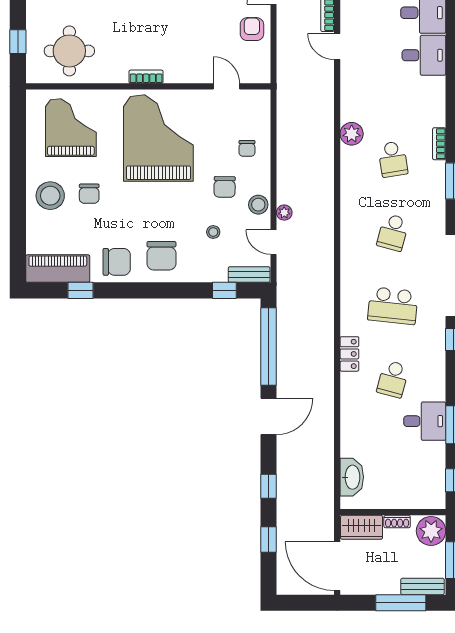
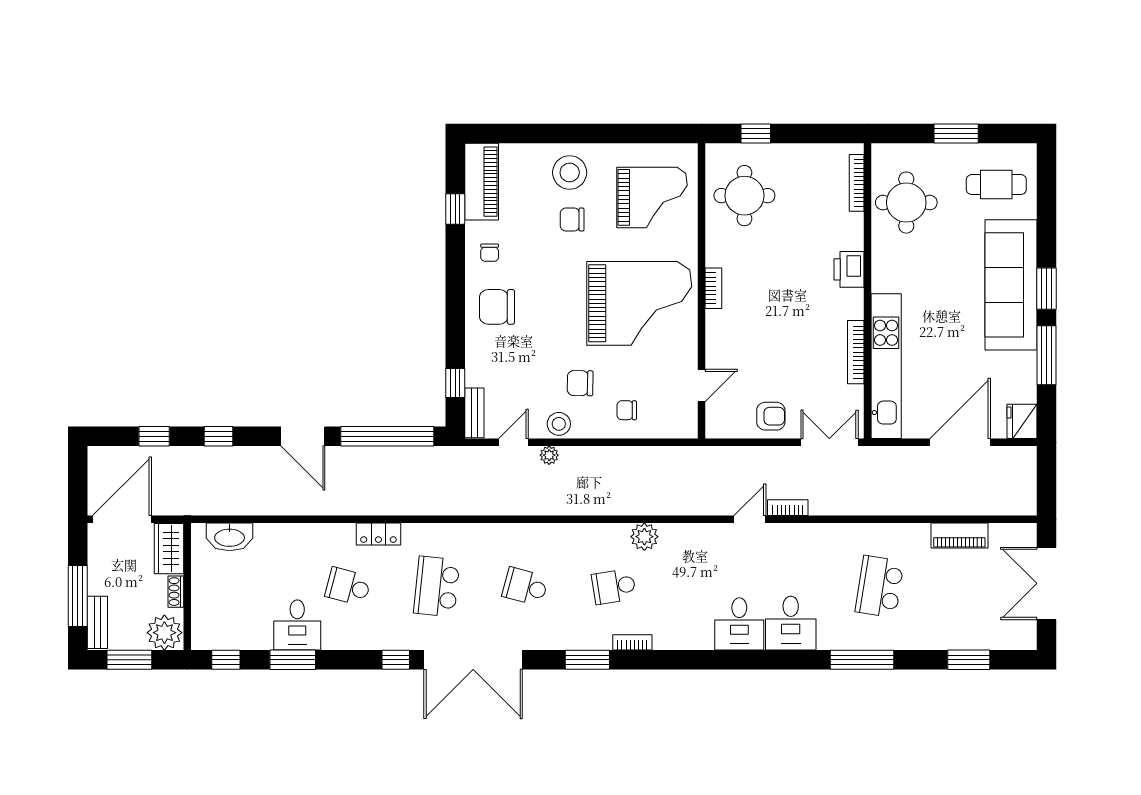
stool: (213, 232) -> (526, 369), removed
chair: (117, 262) -> (490, 253), width x0.54, depth x0.54

